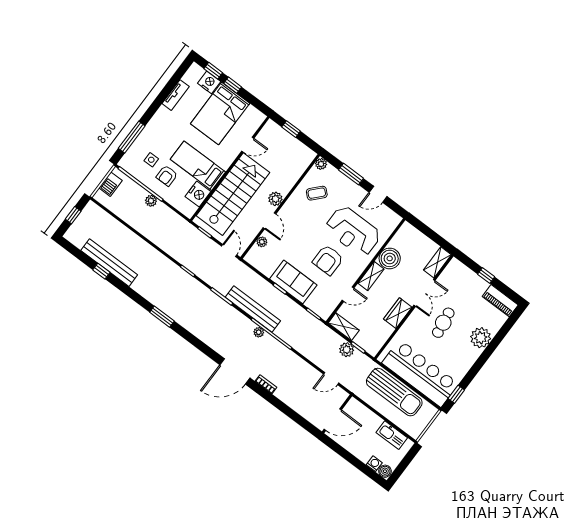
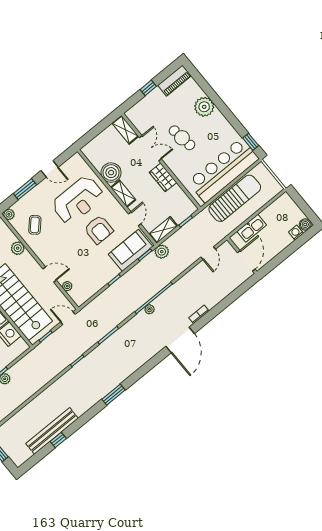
door: (378, 194) -> (50, 169), hinge flipped
plant: (275, 199) -> (18, 248), moved
sofa: (293, 282) -> (130, 250), moved
bench: (253, 309) -> (127, 309), removed
plant: (347, 350) -> (162, 252), moved
kitchen sink: (392, 435) -> (252, 228), moved

